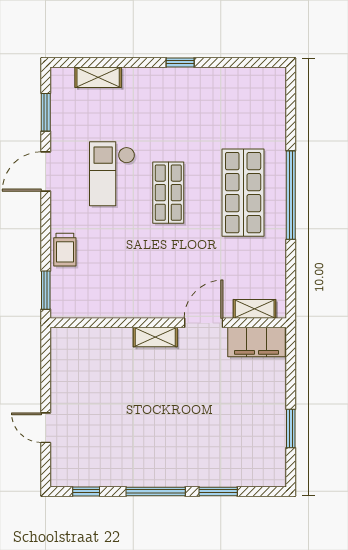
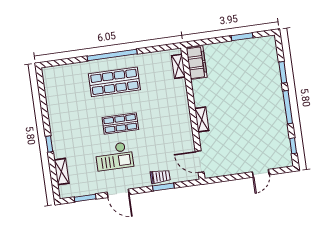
window: (180, 62) -> (49, 144), moved
window: (46, 290) -> (163, 187), moved
door: (204, 323) -> (200, 162), moved

